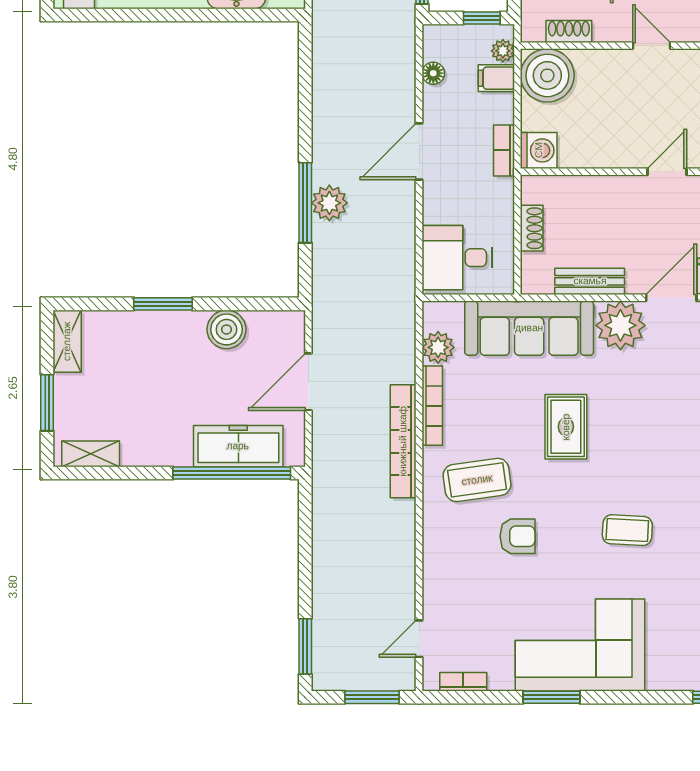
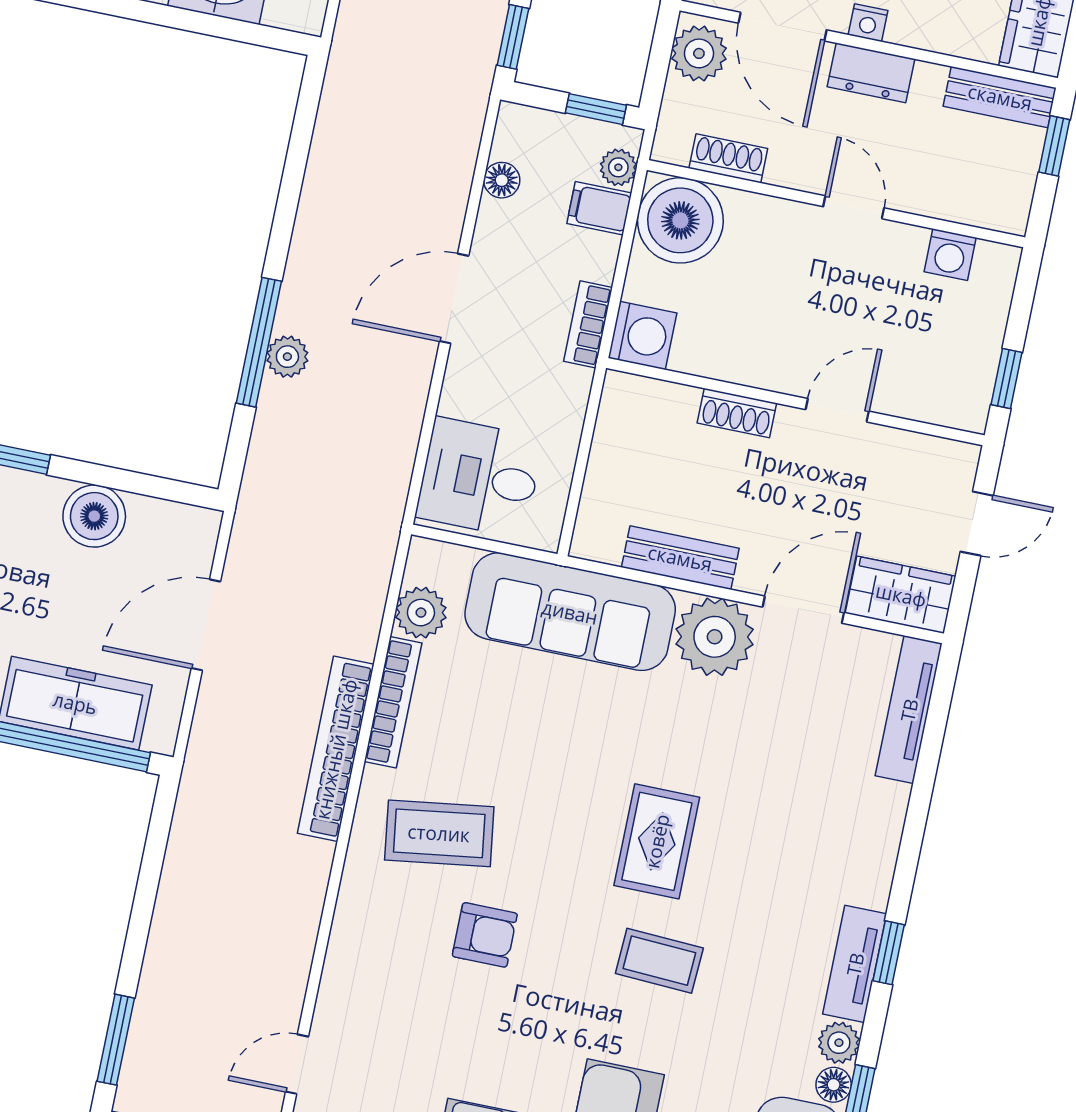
plant: (329, 203) -> (287, 357), width x0.73, depth x0.73
shoe rack: (532, 228) -> (737, 413), moved, turned 90
rug: (566, 427) -> (657, 841), moved

